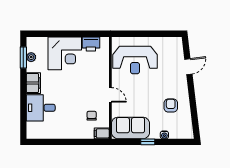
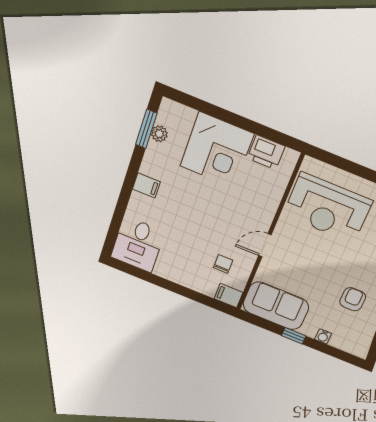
filing cabinet: (33, 83) -> (146, 185), width x0.50
door: (110, 95) -> (265, 245), swing flipped
desk: (41, 108) -> (138, 244), moved, turned -90

